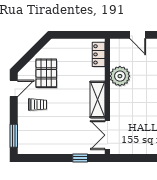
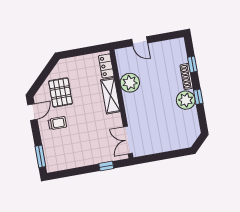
shelving: (97, 100) -> (110, 96), moved

